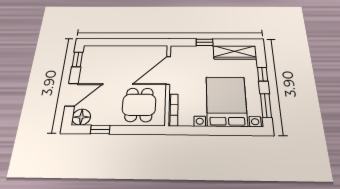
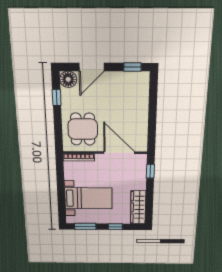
window: (205, 42) -> (150, 171), moved
door: (72, 95) -> (92, 67), hinge flipped
bed with nightstands: (226, 101) -> (88, 198), width x0.73
dining table: (139, 105) -> (83, 129), turned 90

